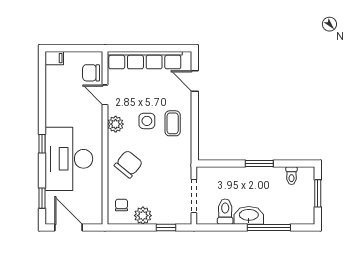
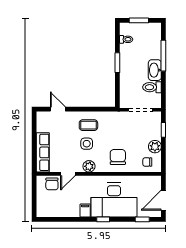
filing cabinet: (54, 58) -> (85, 211), moved
row of seats: (145, 60) -> (43, 152), width x0.73
door: (195, 81) -> (58, 109), swing flipped
chair: (128, 164) -> (118, 157), turned 51

